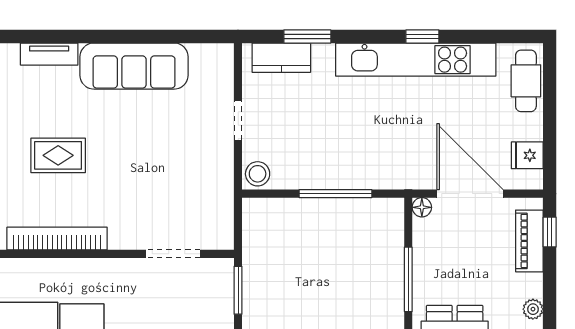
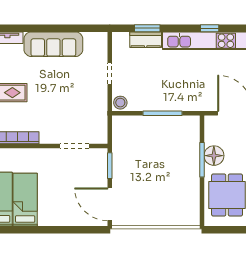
kitchen counter: (281, 58) -> (146, 40), moved
floor lamp: (422, 207) -> (214, 156), moved, width x1.89, depth x1.89

